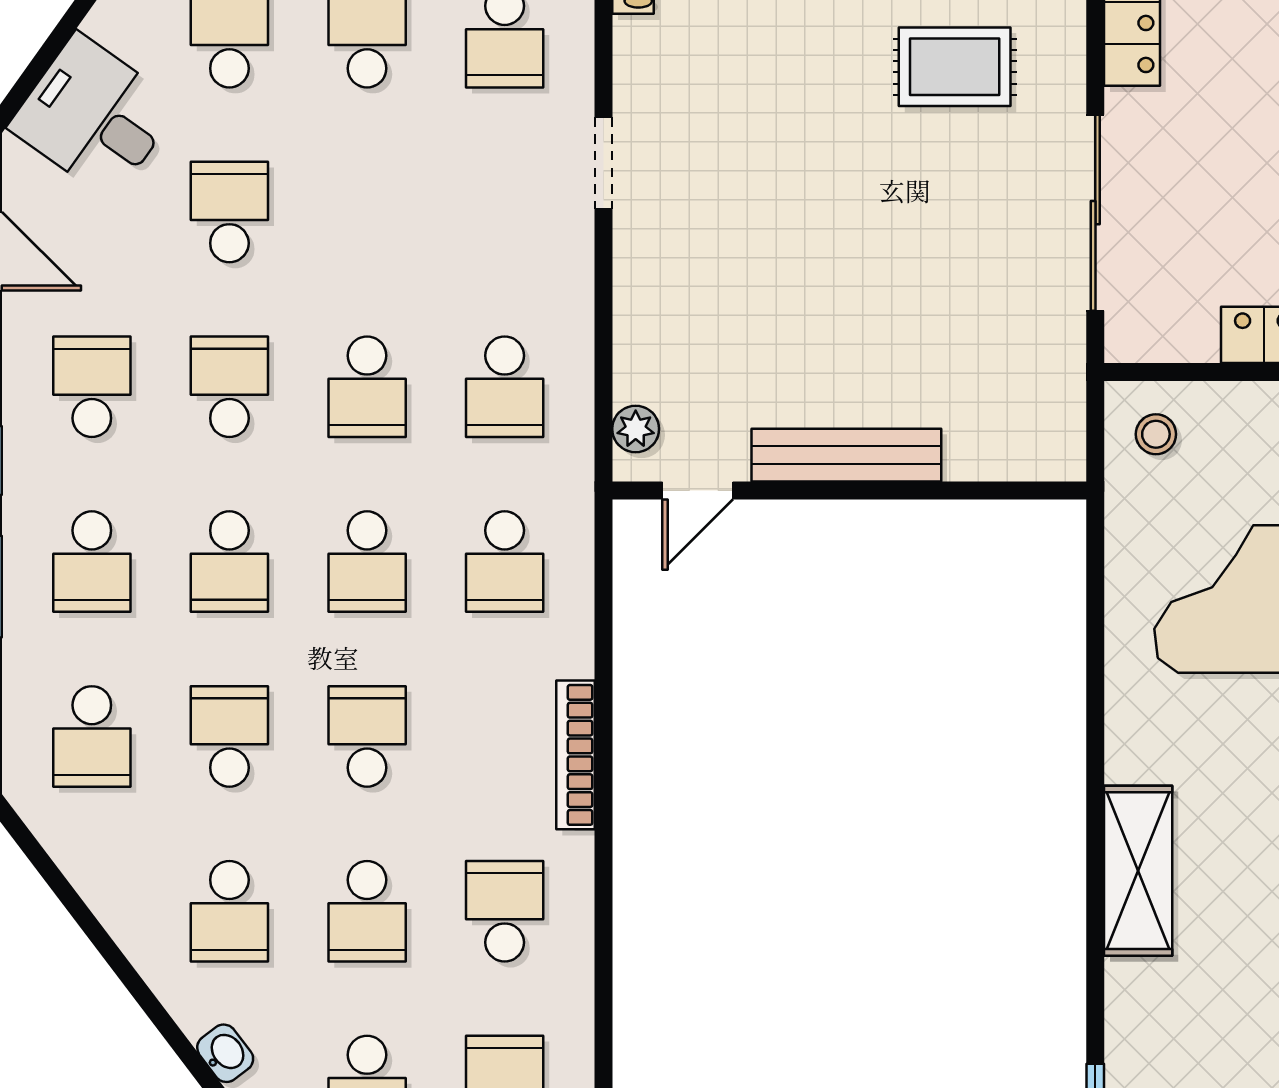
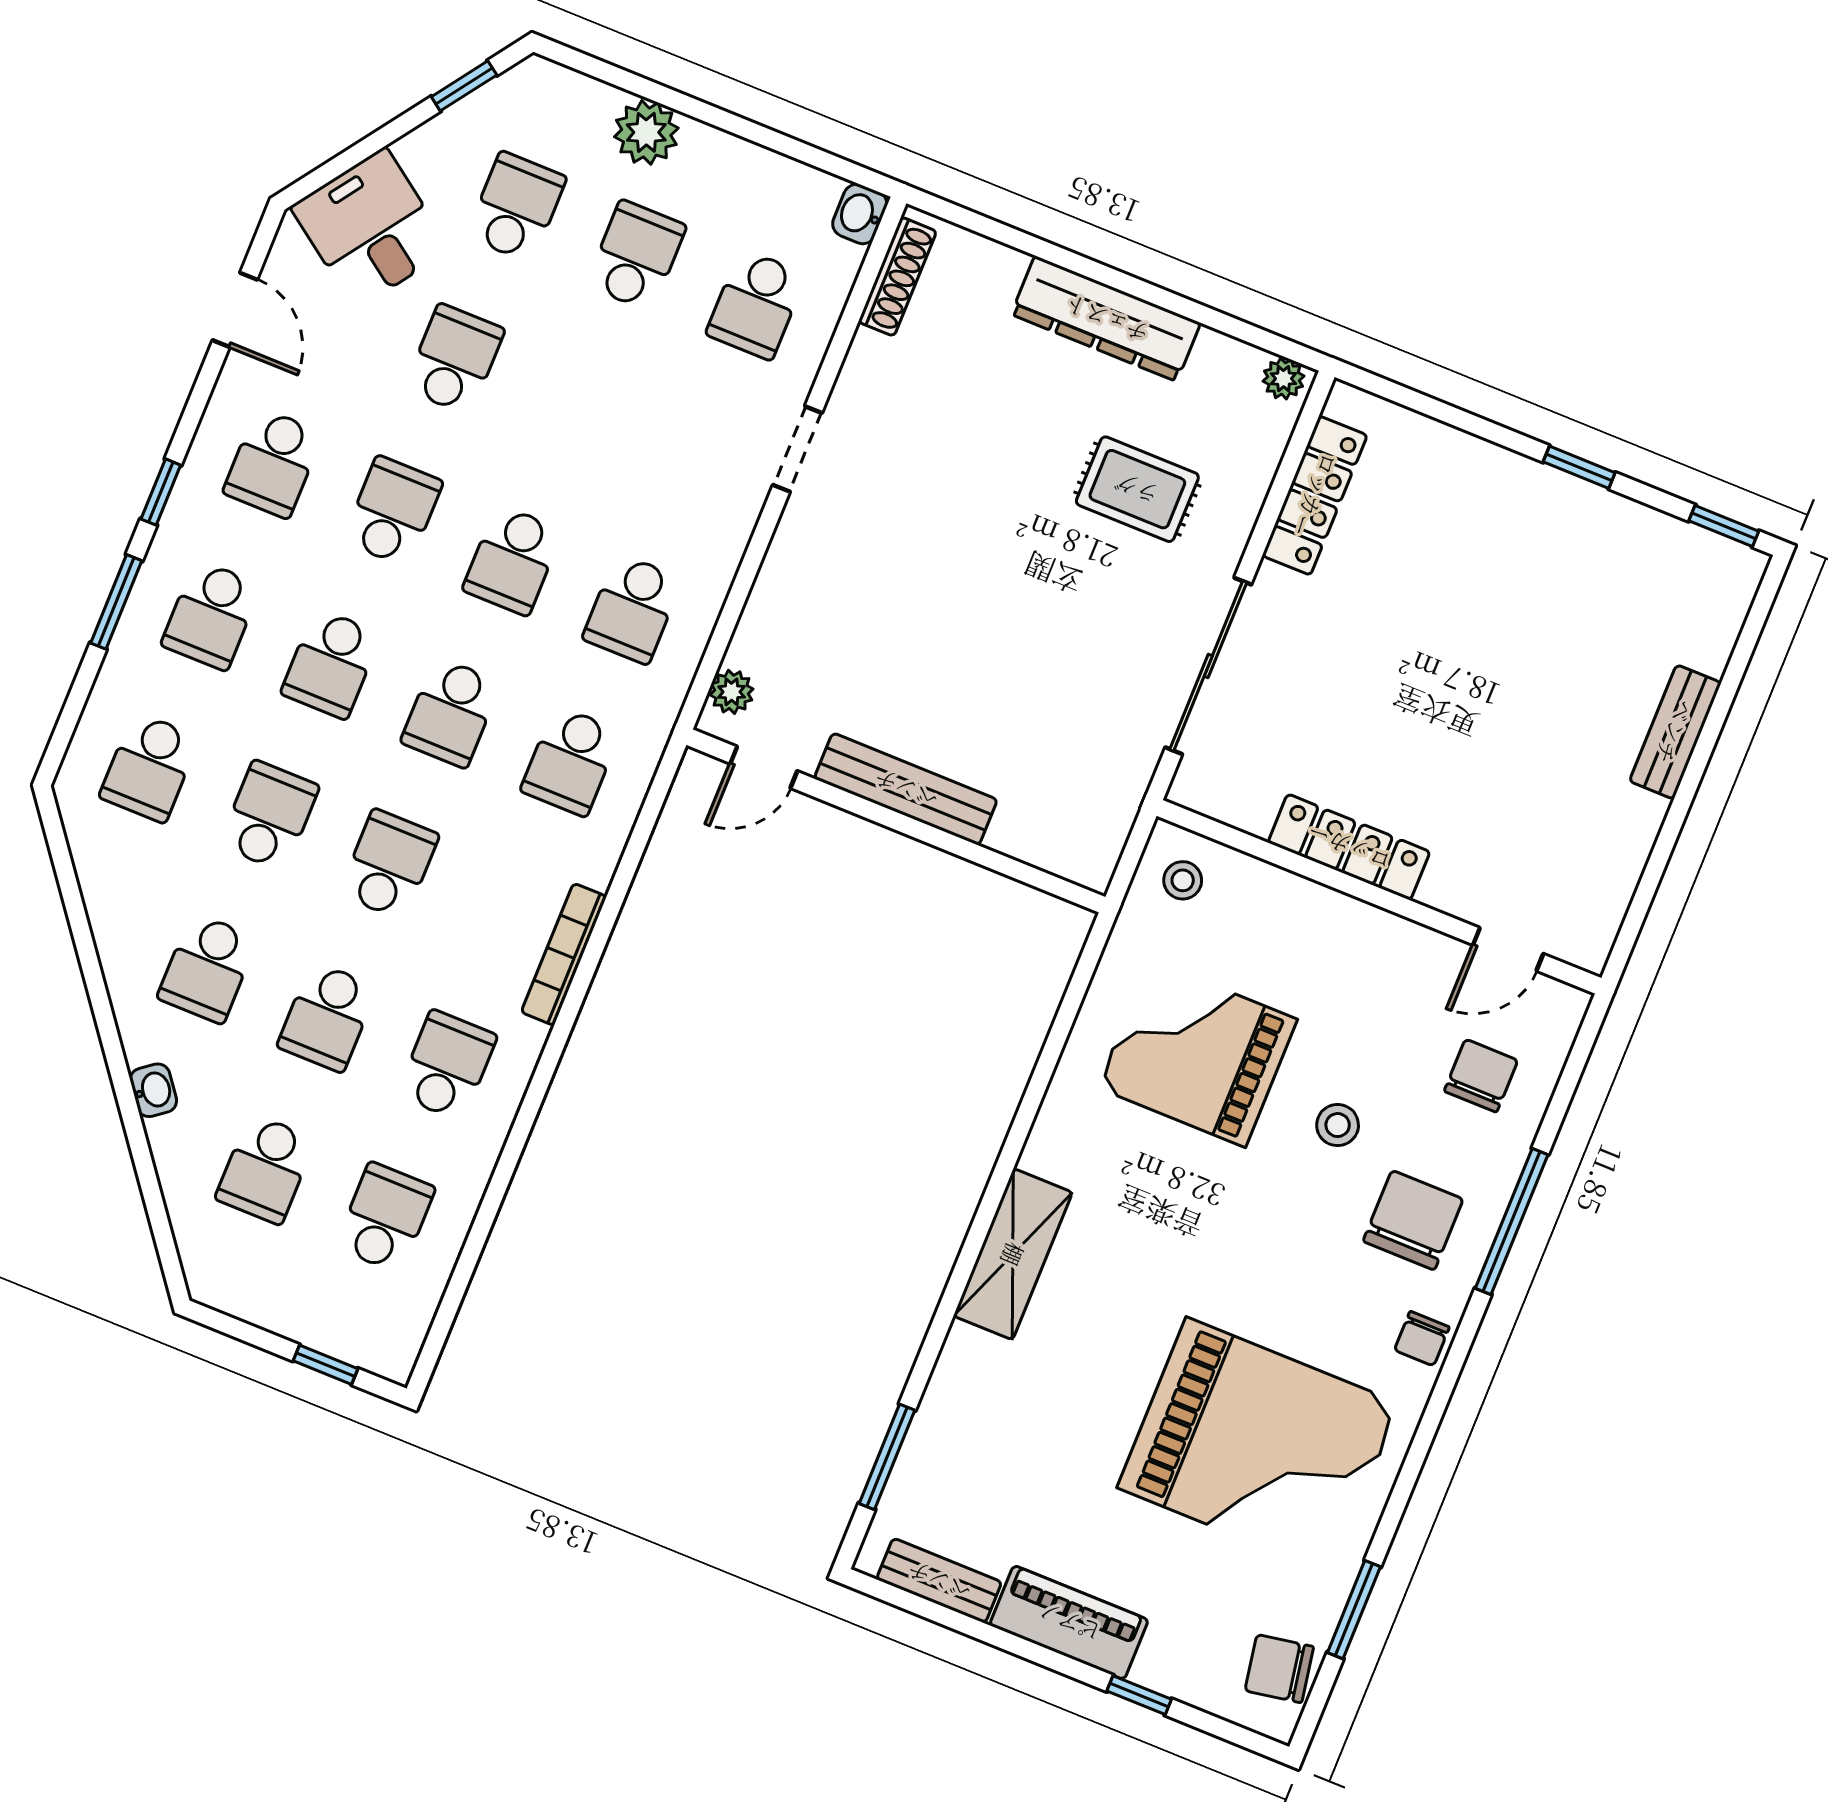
school desk: (92, 387) -> (273, 463), turned 180

